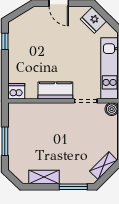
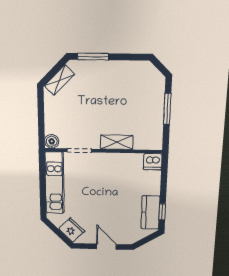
kitchen counter: (55, 90) -> (150, 212), moved, turned 90
shelving: (44, 177) -> (117, 142), moved

